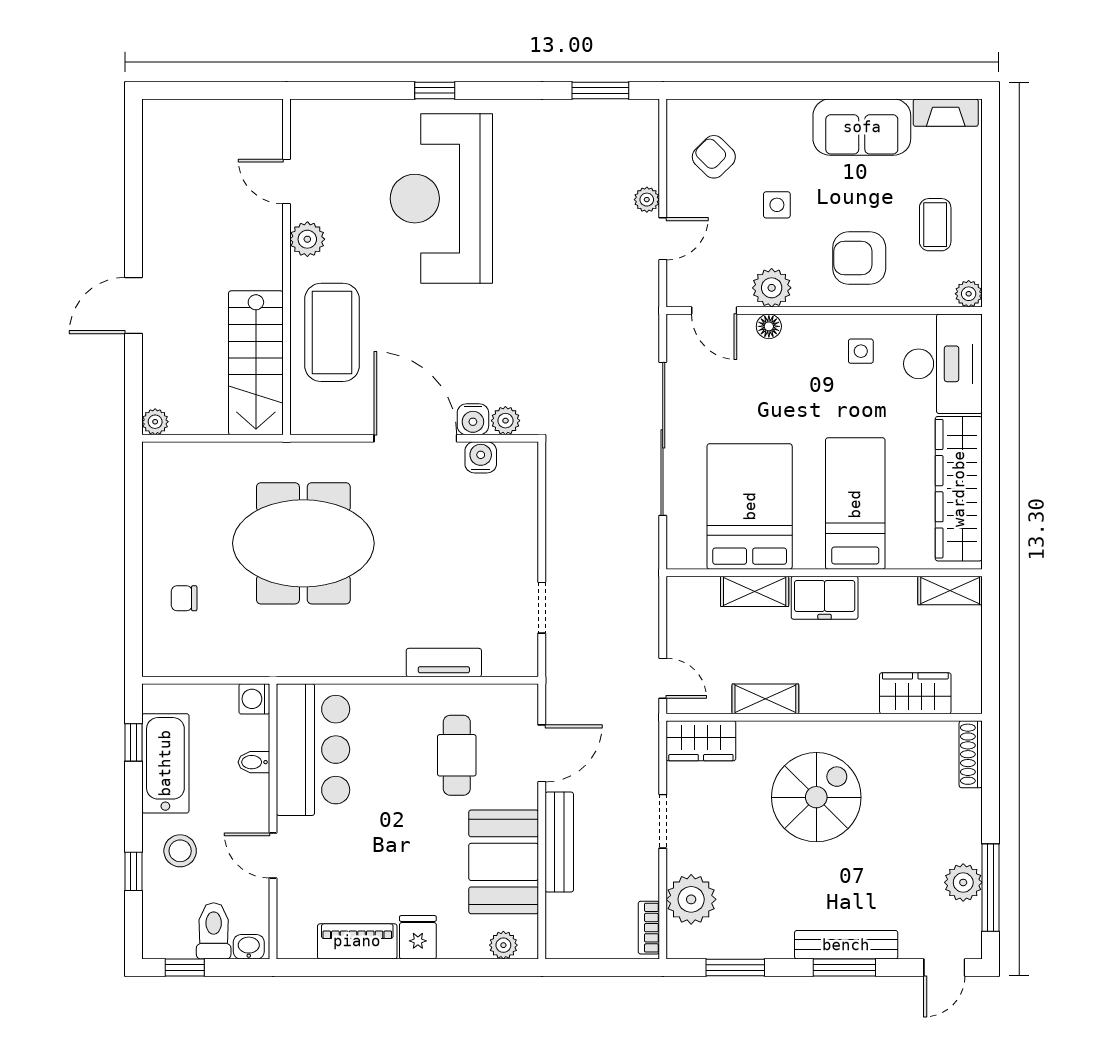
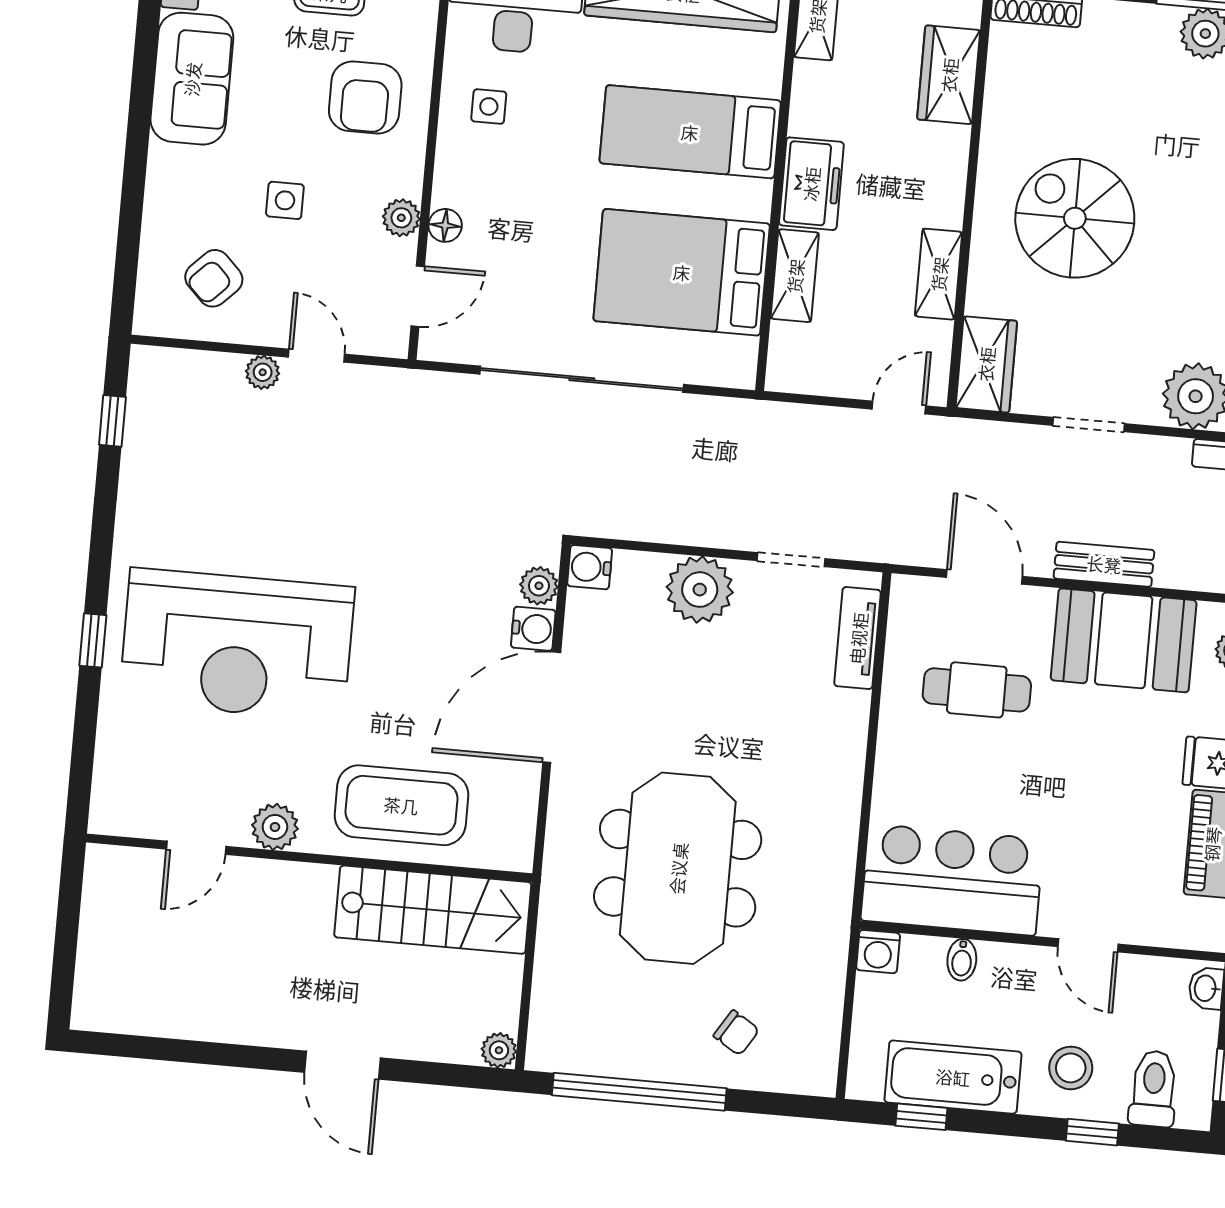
window: (600, 90) -> (112, 421), width x0.67
plant: (772, 288) -> (401, 218), width x0.73, depth x0.73
water cooler: (481, 457) -> (590, 567), moved
window: (134, 530) -> (639, 1092), added
plant: (513, 541) -> (700, 590), added
chair: (184, 598) -> (736, 1033), turned -58
tv unit: (444, 663) -> (858, 638), moved
bench: (559, 842) -> (1104, 564), width x0.73
door: (273, 856) -> (1088, 945), hinge flipped
toilet: (214, 931) -> (1153, 1089), moved, turned 90

